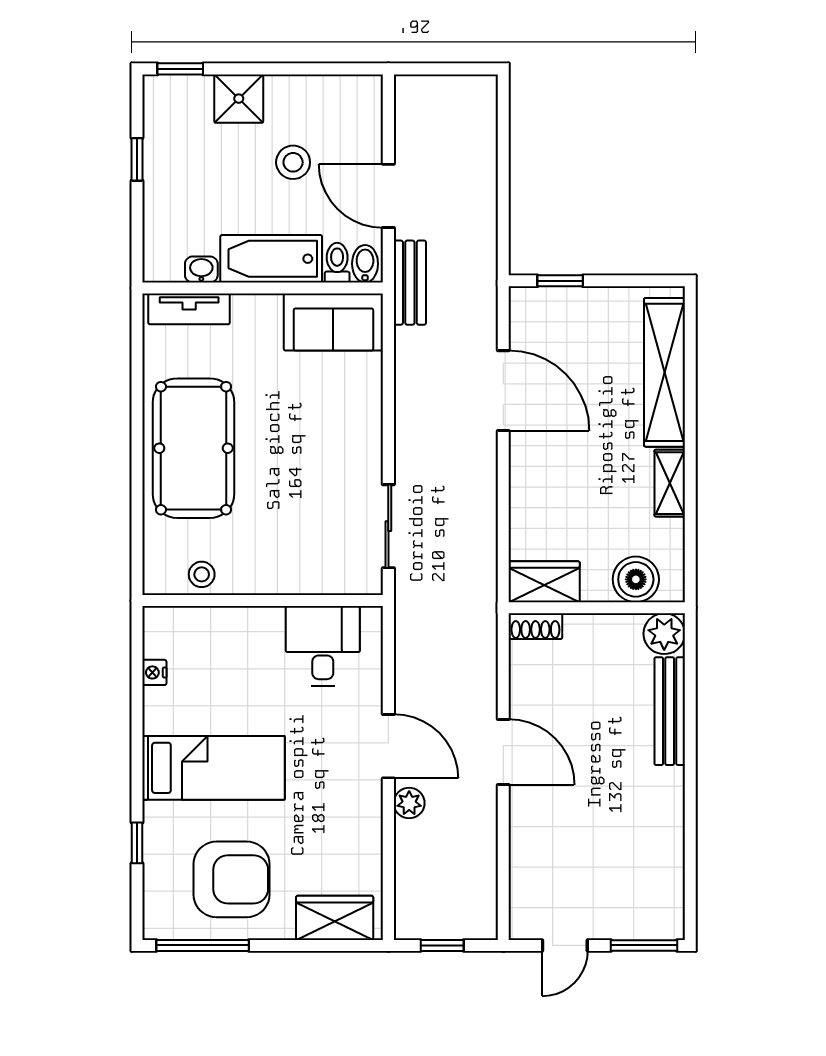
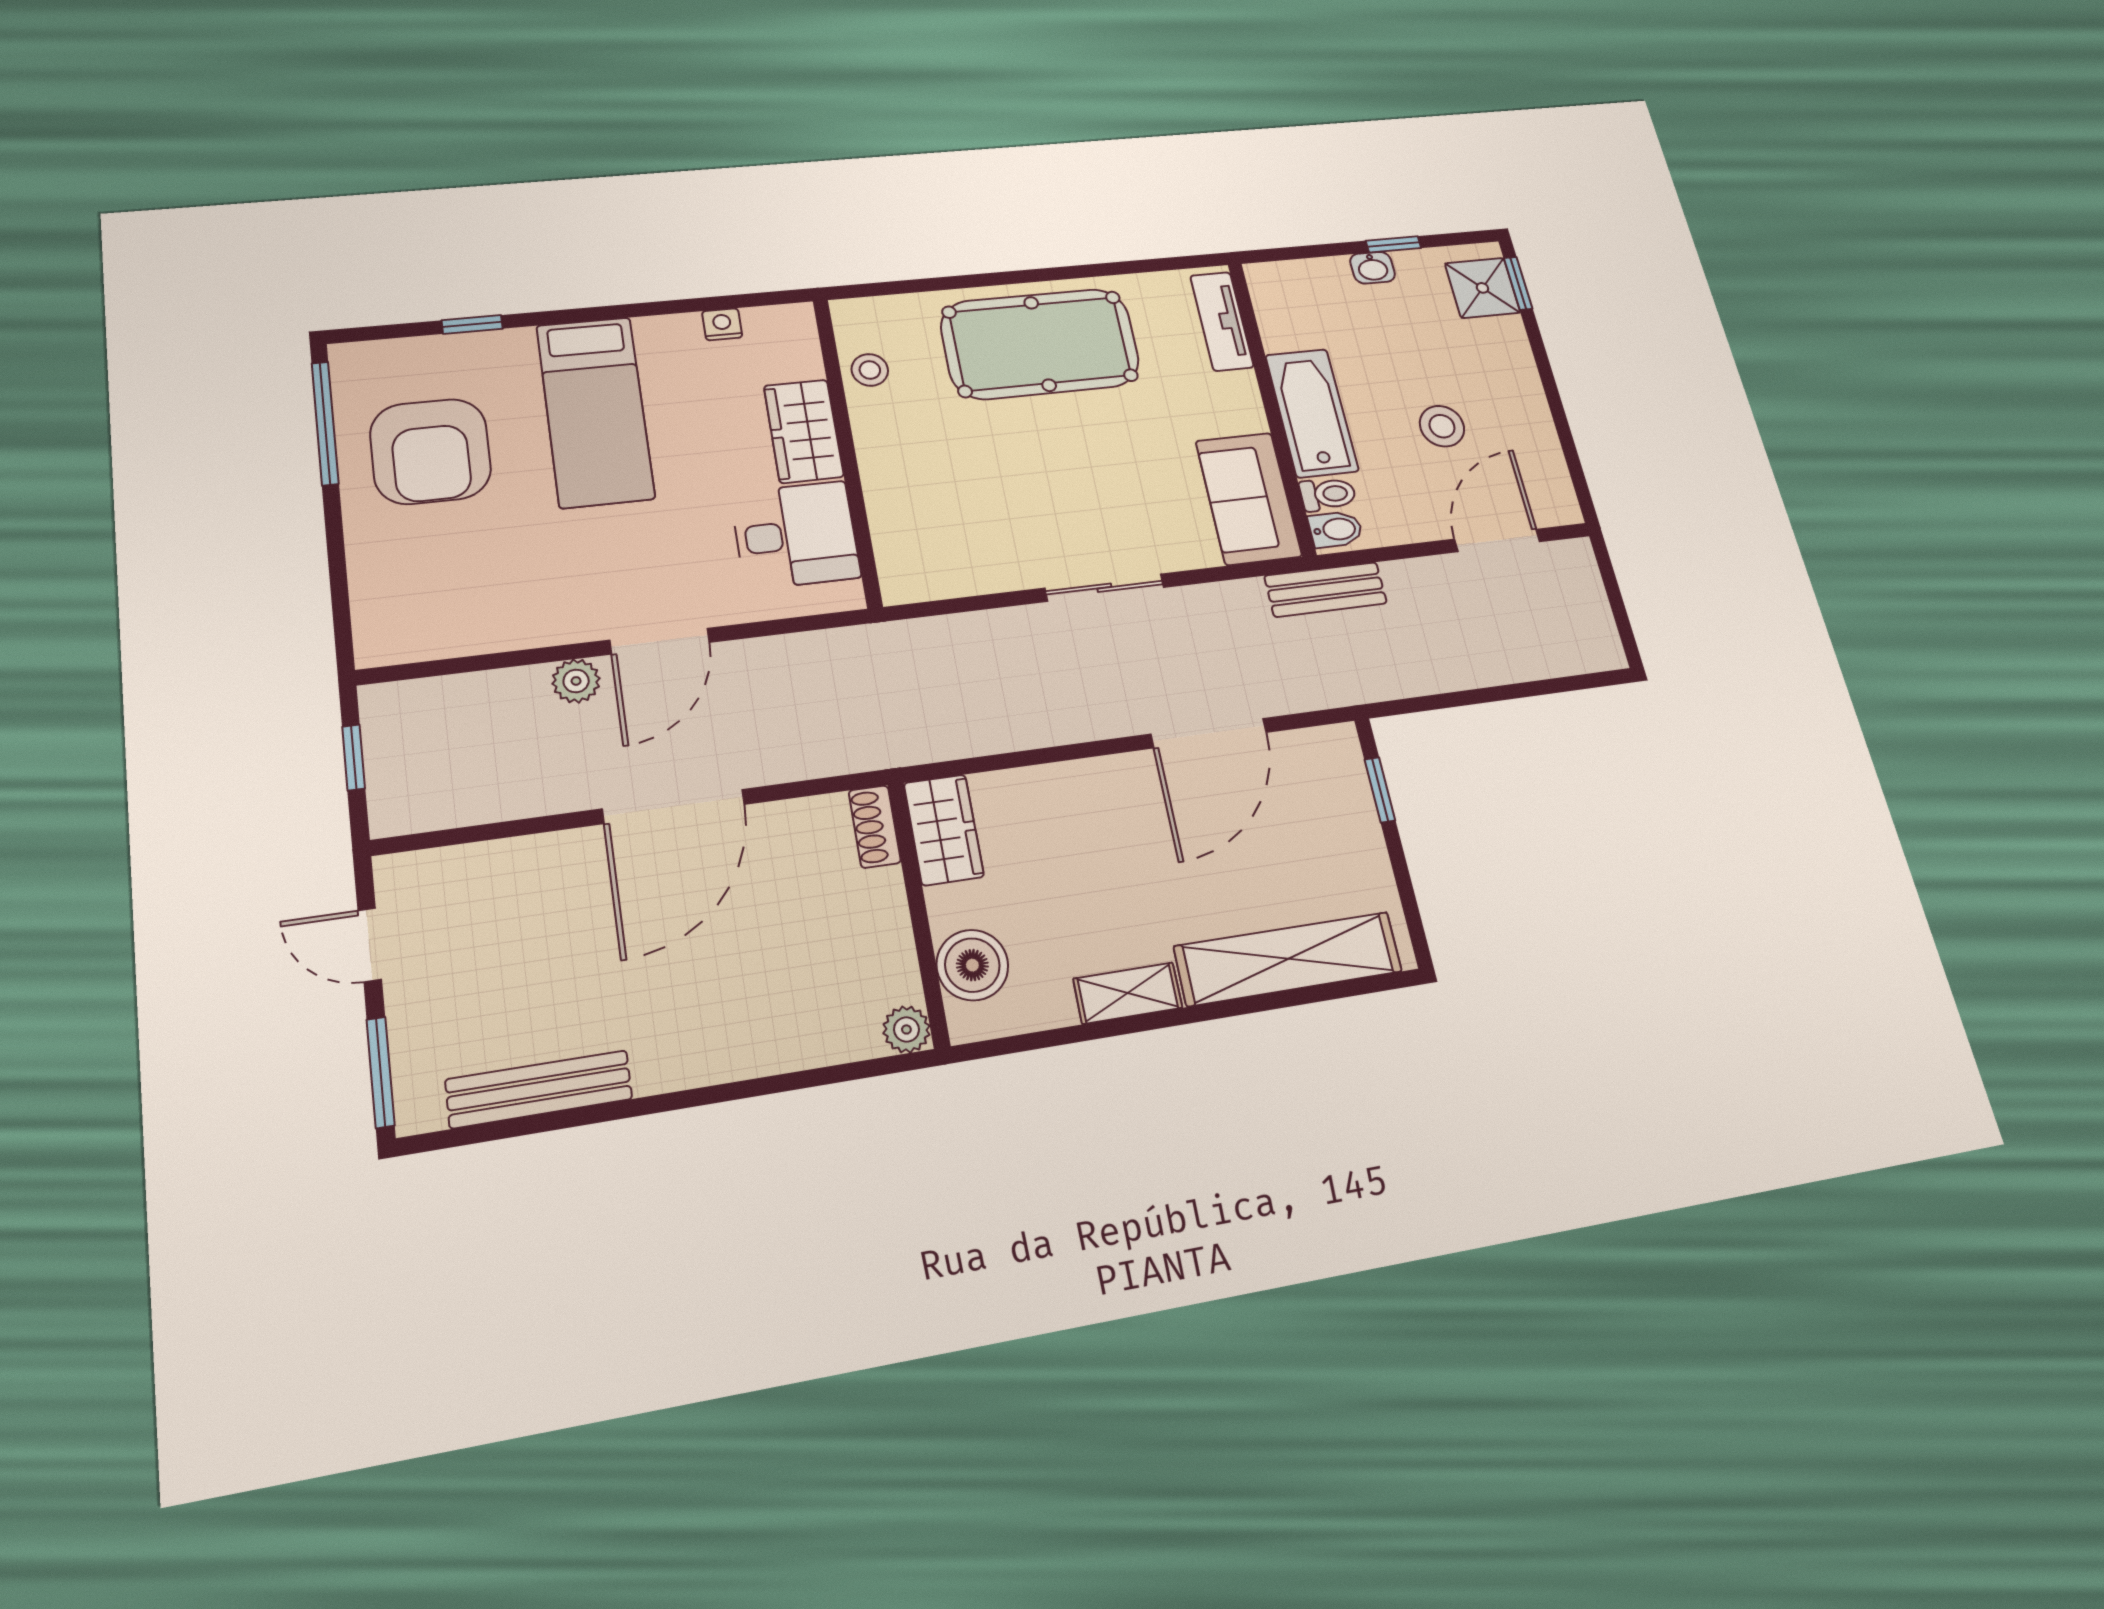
shower: (239, 99) -> (1482, 288), moved
door: (388, 196) -> (1497, 540), moved
washbasin: (201, 269) -> (1373, 268), moved, turned 90
sliding door: (388, 526) -> (1104, 588), moved
plant: (664, 634) -> (906, 1029), width x0.73, depth x0.73
bench: (670, 711) -> (539, 1089), moved
door: (503, 752) -> (674, 807), width x1.36
wardrobe: (335, 918) -> (804, 431), moved, turned 180

